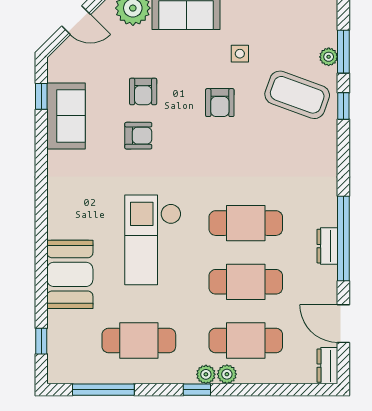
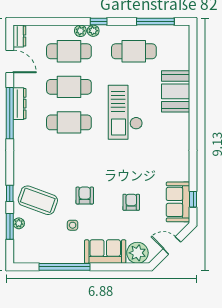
sofa: (66, 116) -> (178, 202), moved
armchair: (138, 136) -> (134, 175), removed
checkout: (153, 240) -> (125, 112), turned 180
dresser: (327, 246) -> (20, 104), width x1.44
window: (41, 341) -> (193, 51), removed

